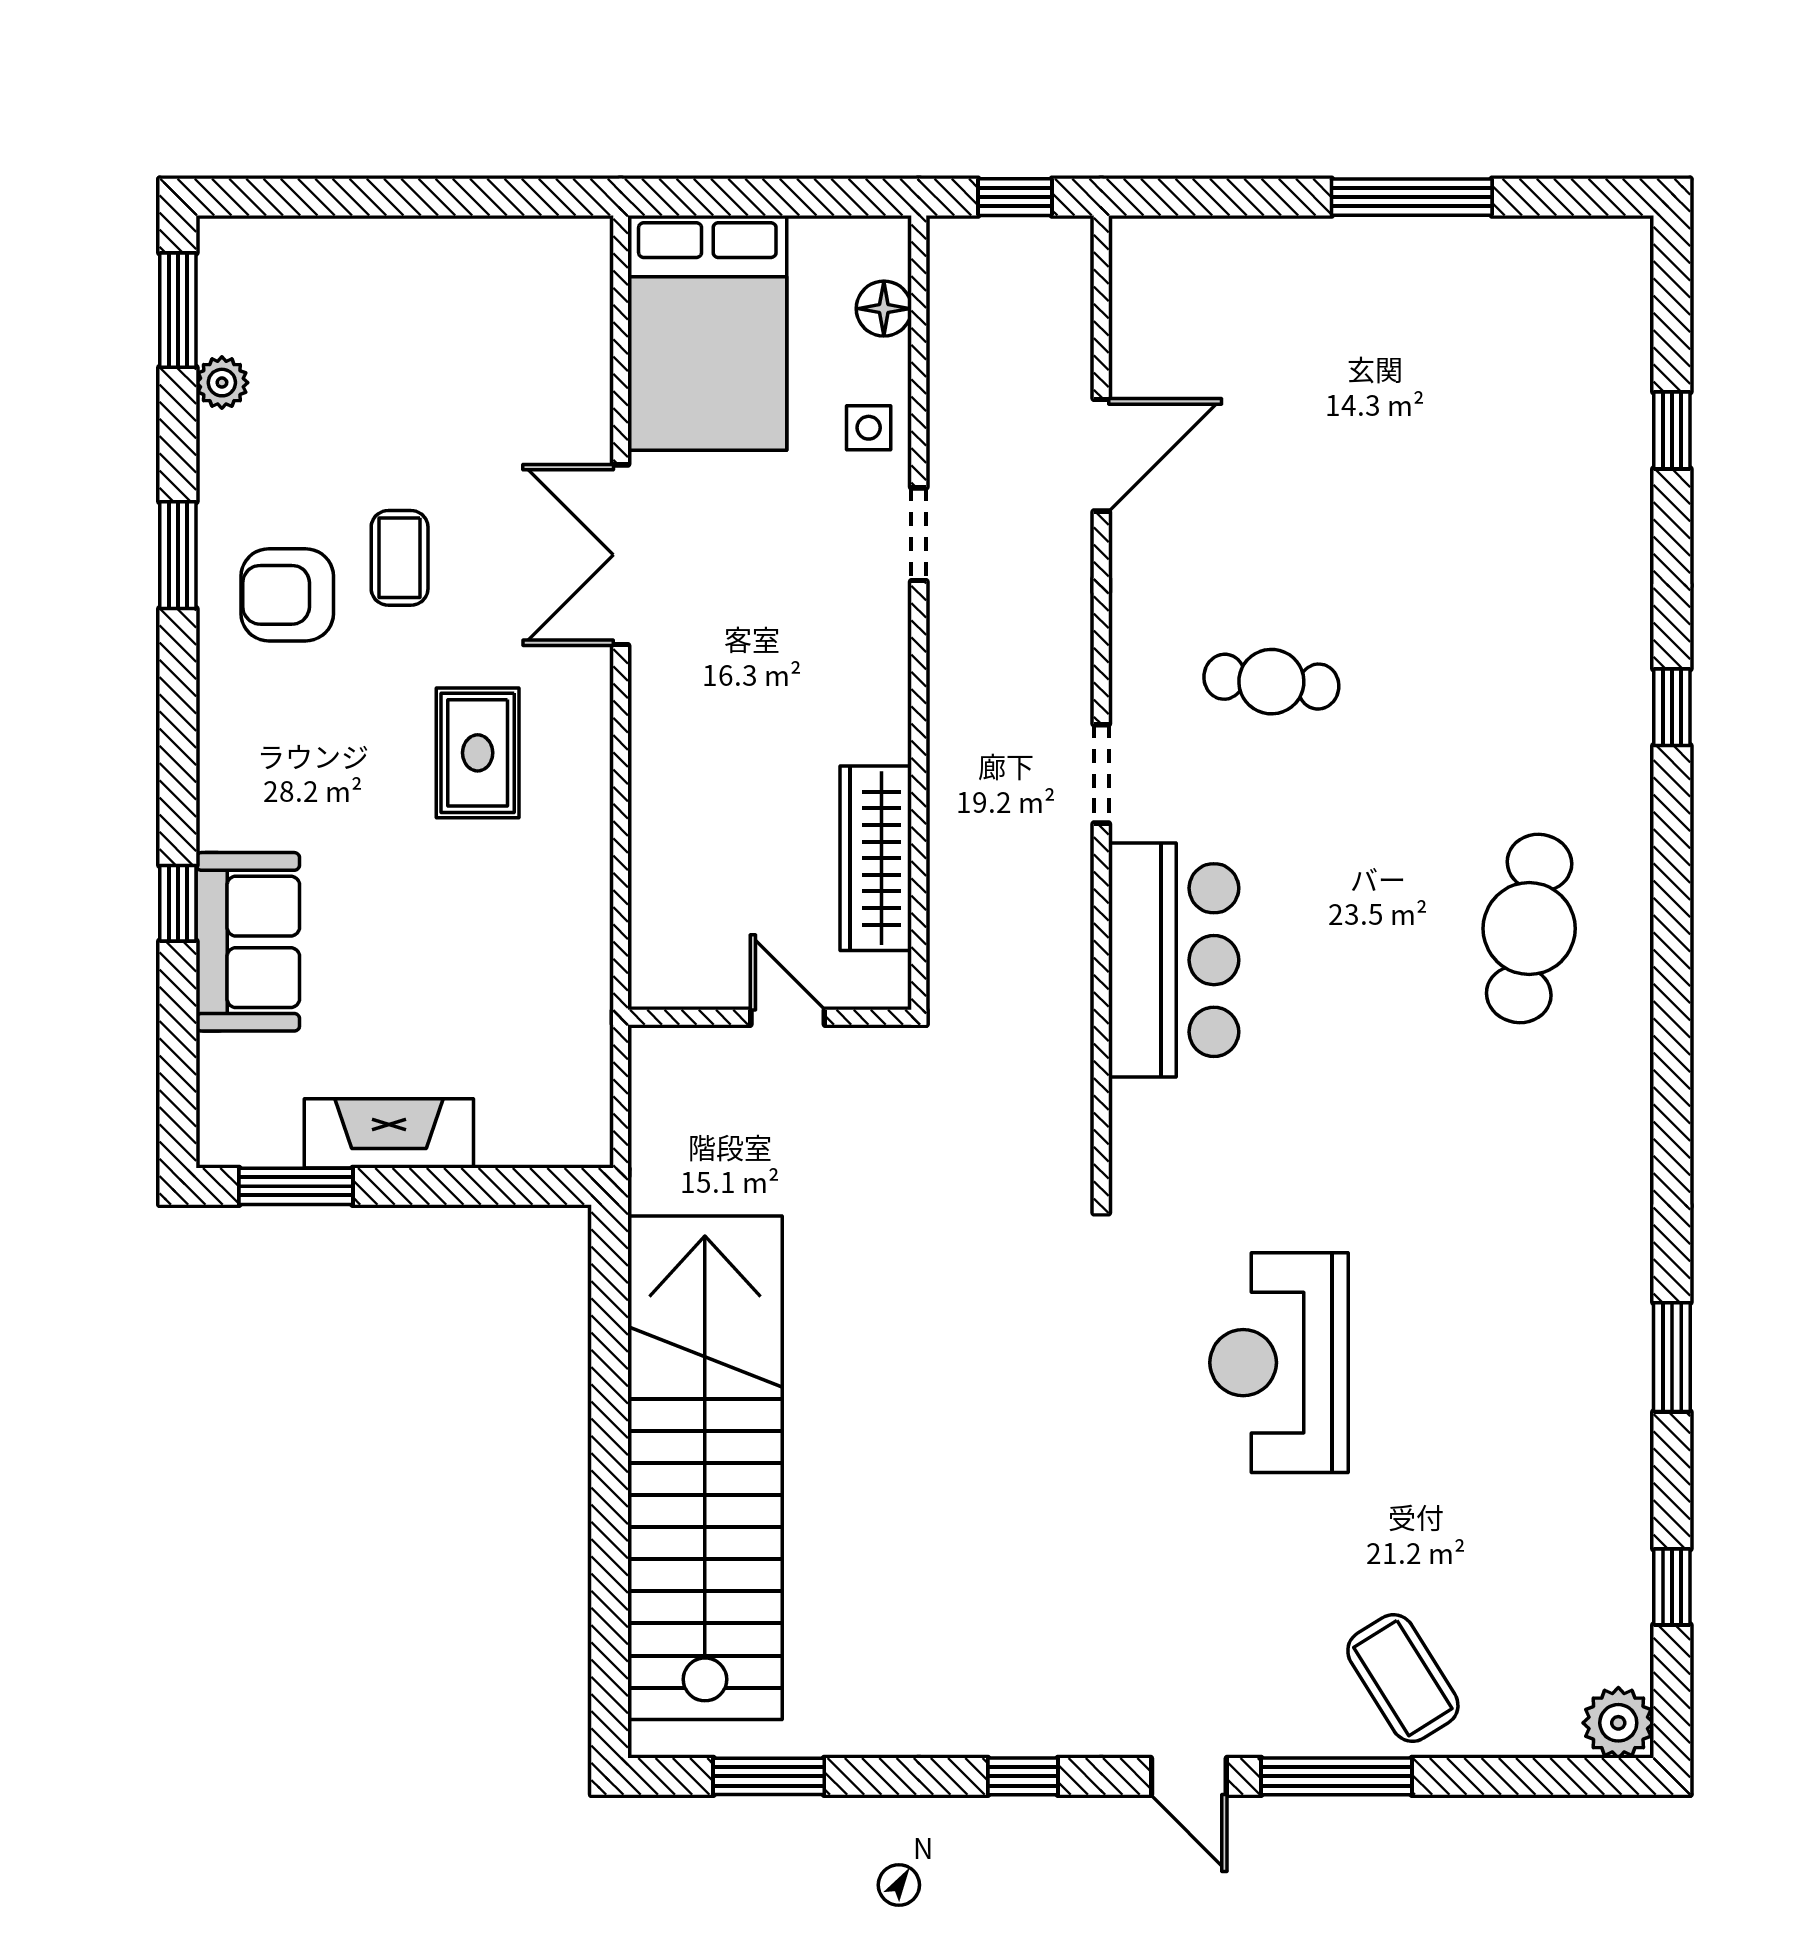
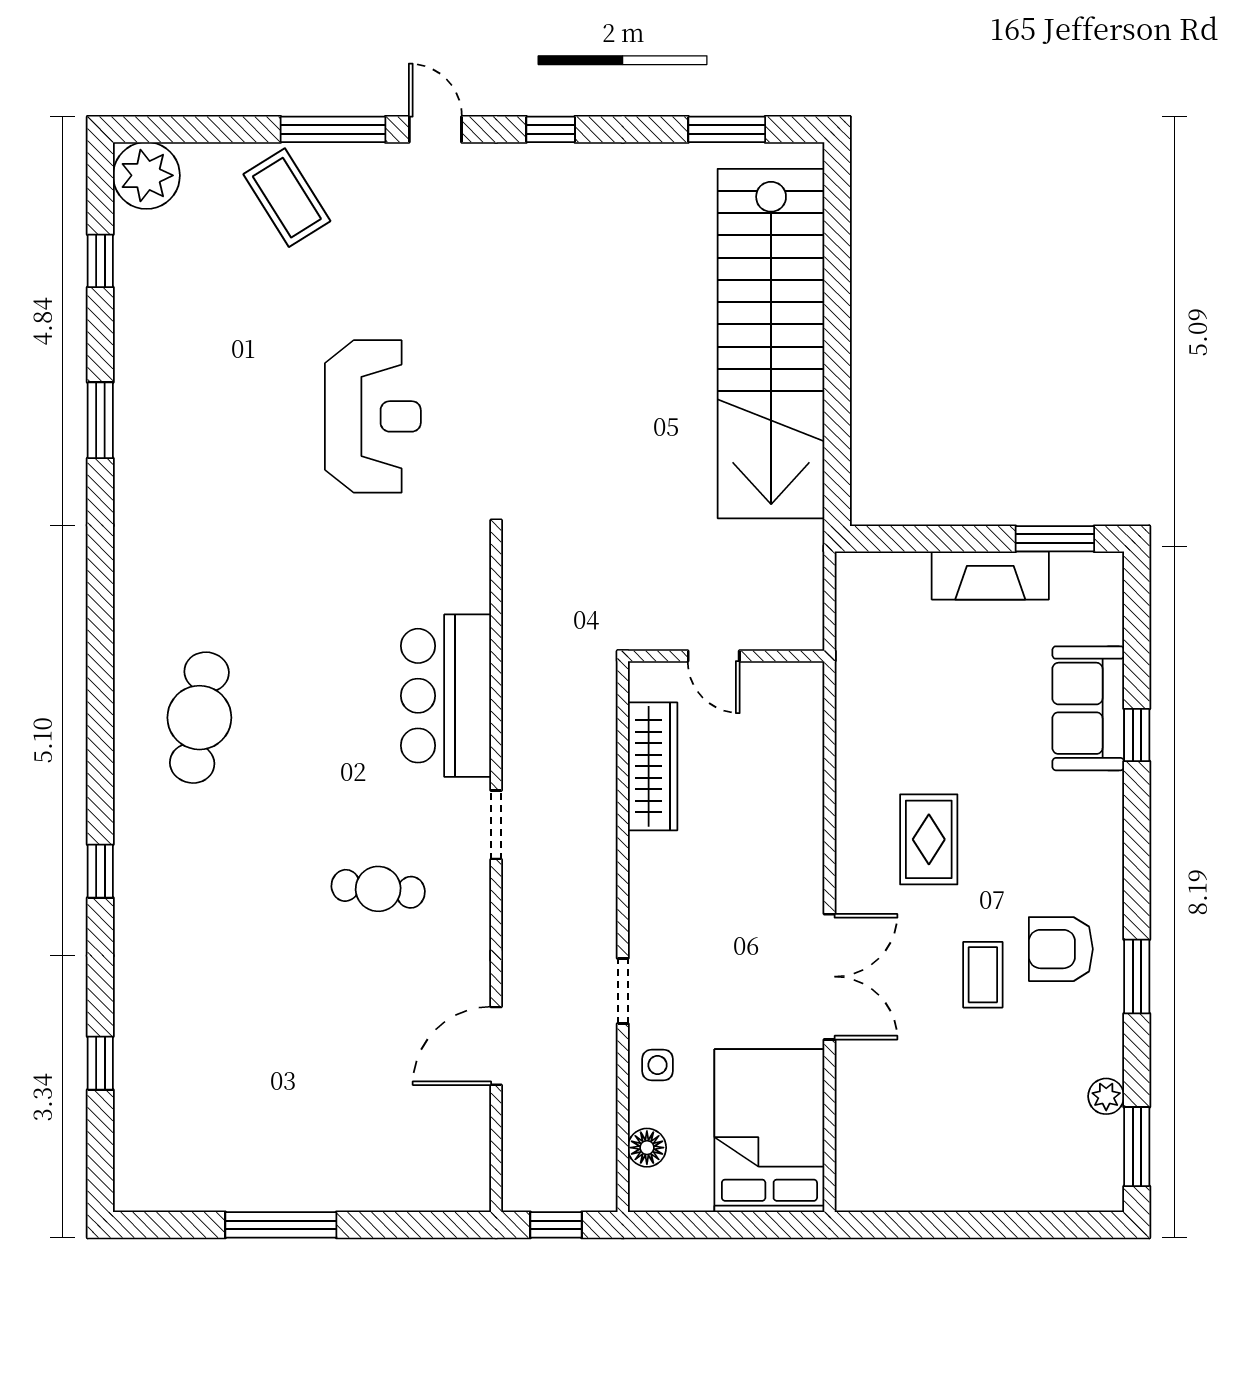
armchair: (287, 595) -> (1061, 949), turned 180
plant: (1618, 1723) -> (146, 175), width x1.36, depth x1.36

